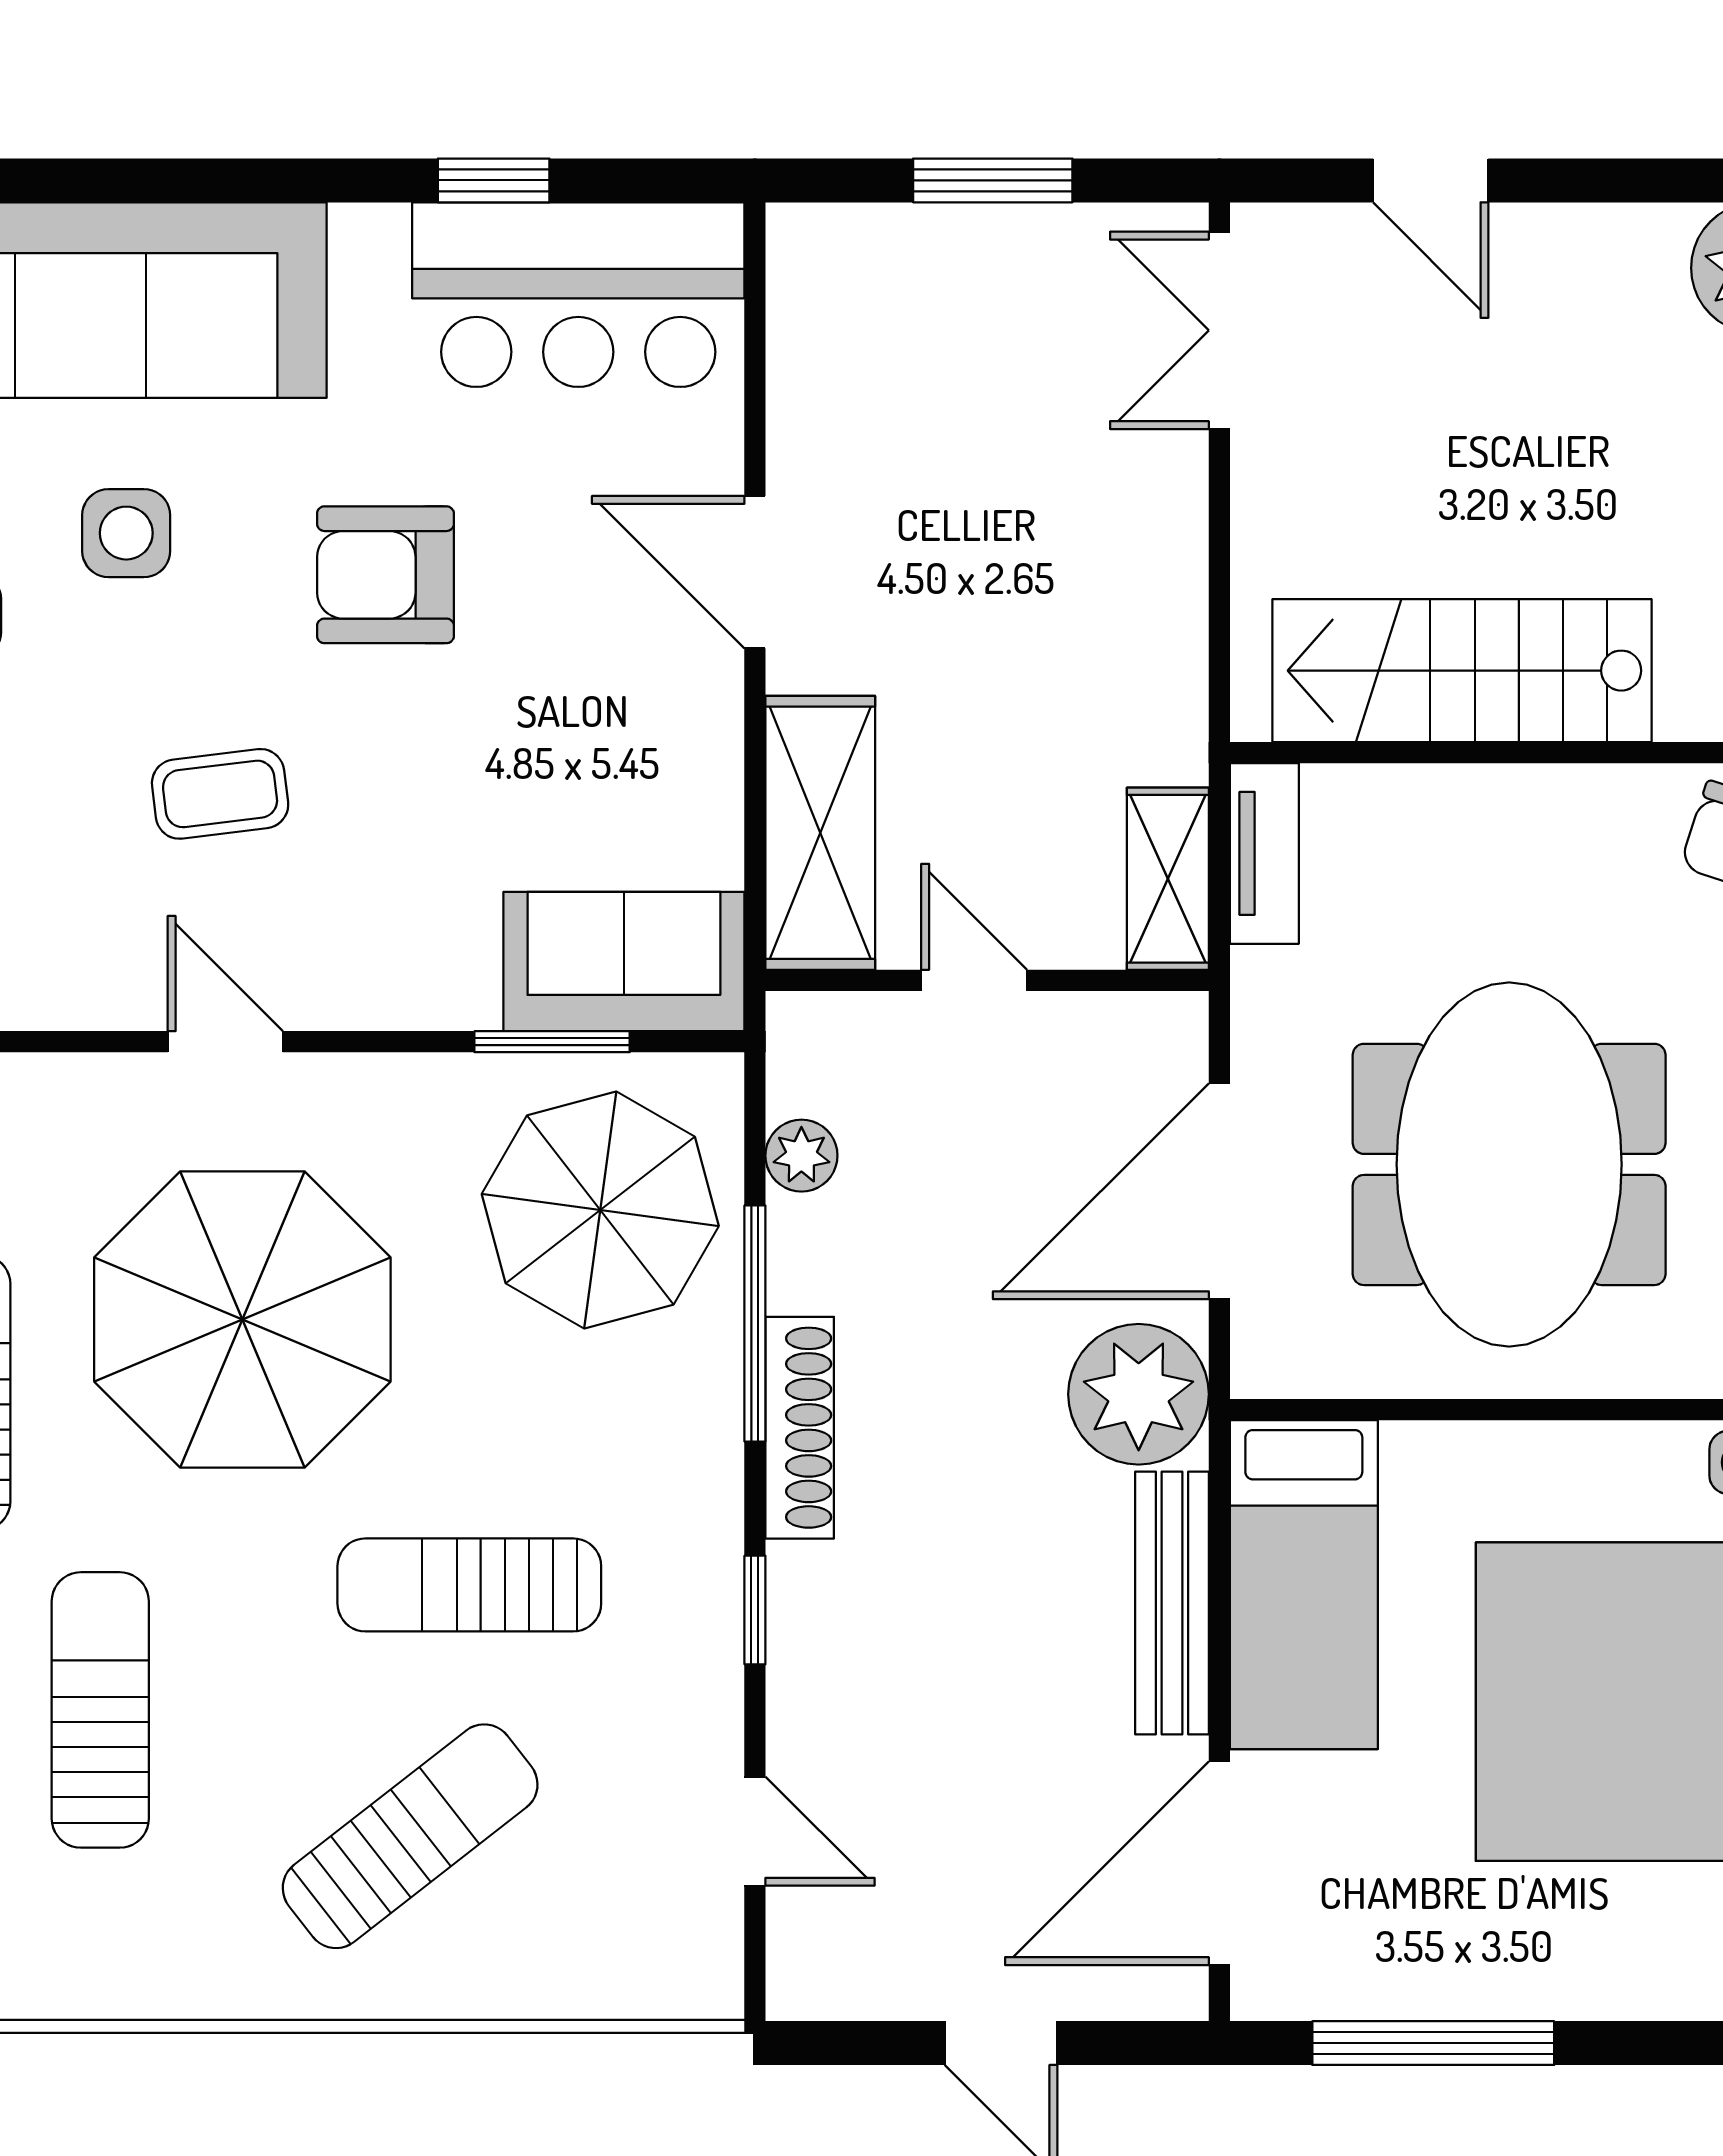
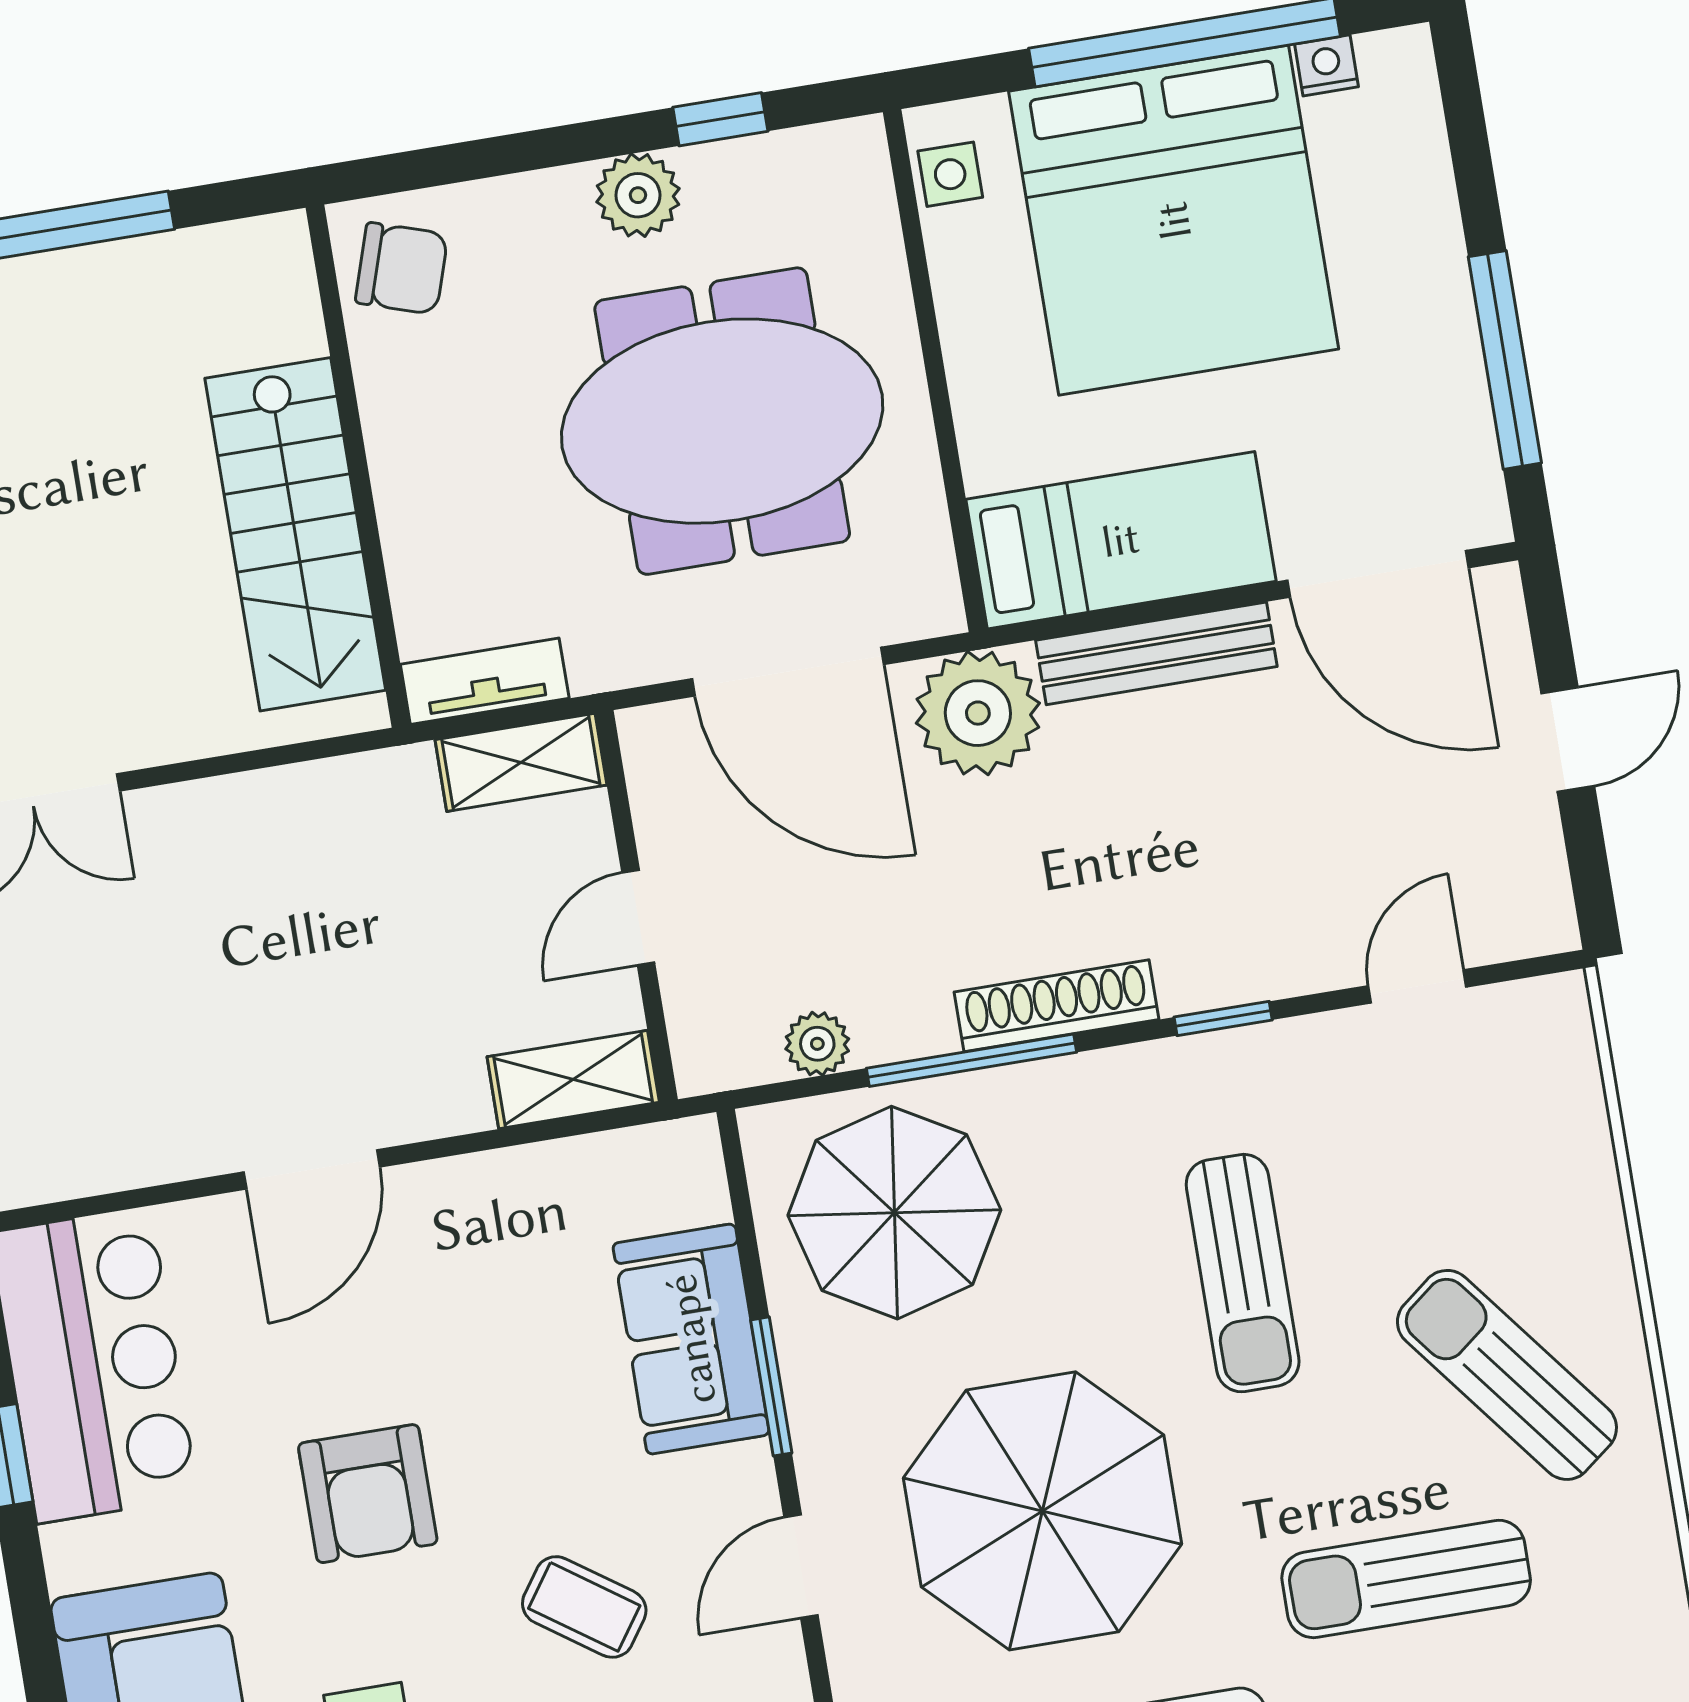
coffee table: (220, 794) -> (584, 1607), turned -48
shelving: (820, 833) -> (573, 1080), width x0.67, depth x0.75
sofa: (624, 961) -> (691, 1339), moved
window: (552, 1042) -> (771, 1386), moved
sun lounger: (410, 1836) -> (1507, 1375), moved

